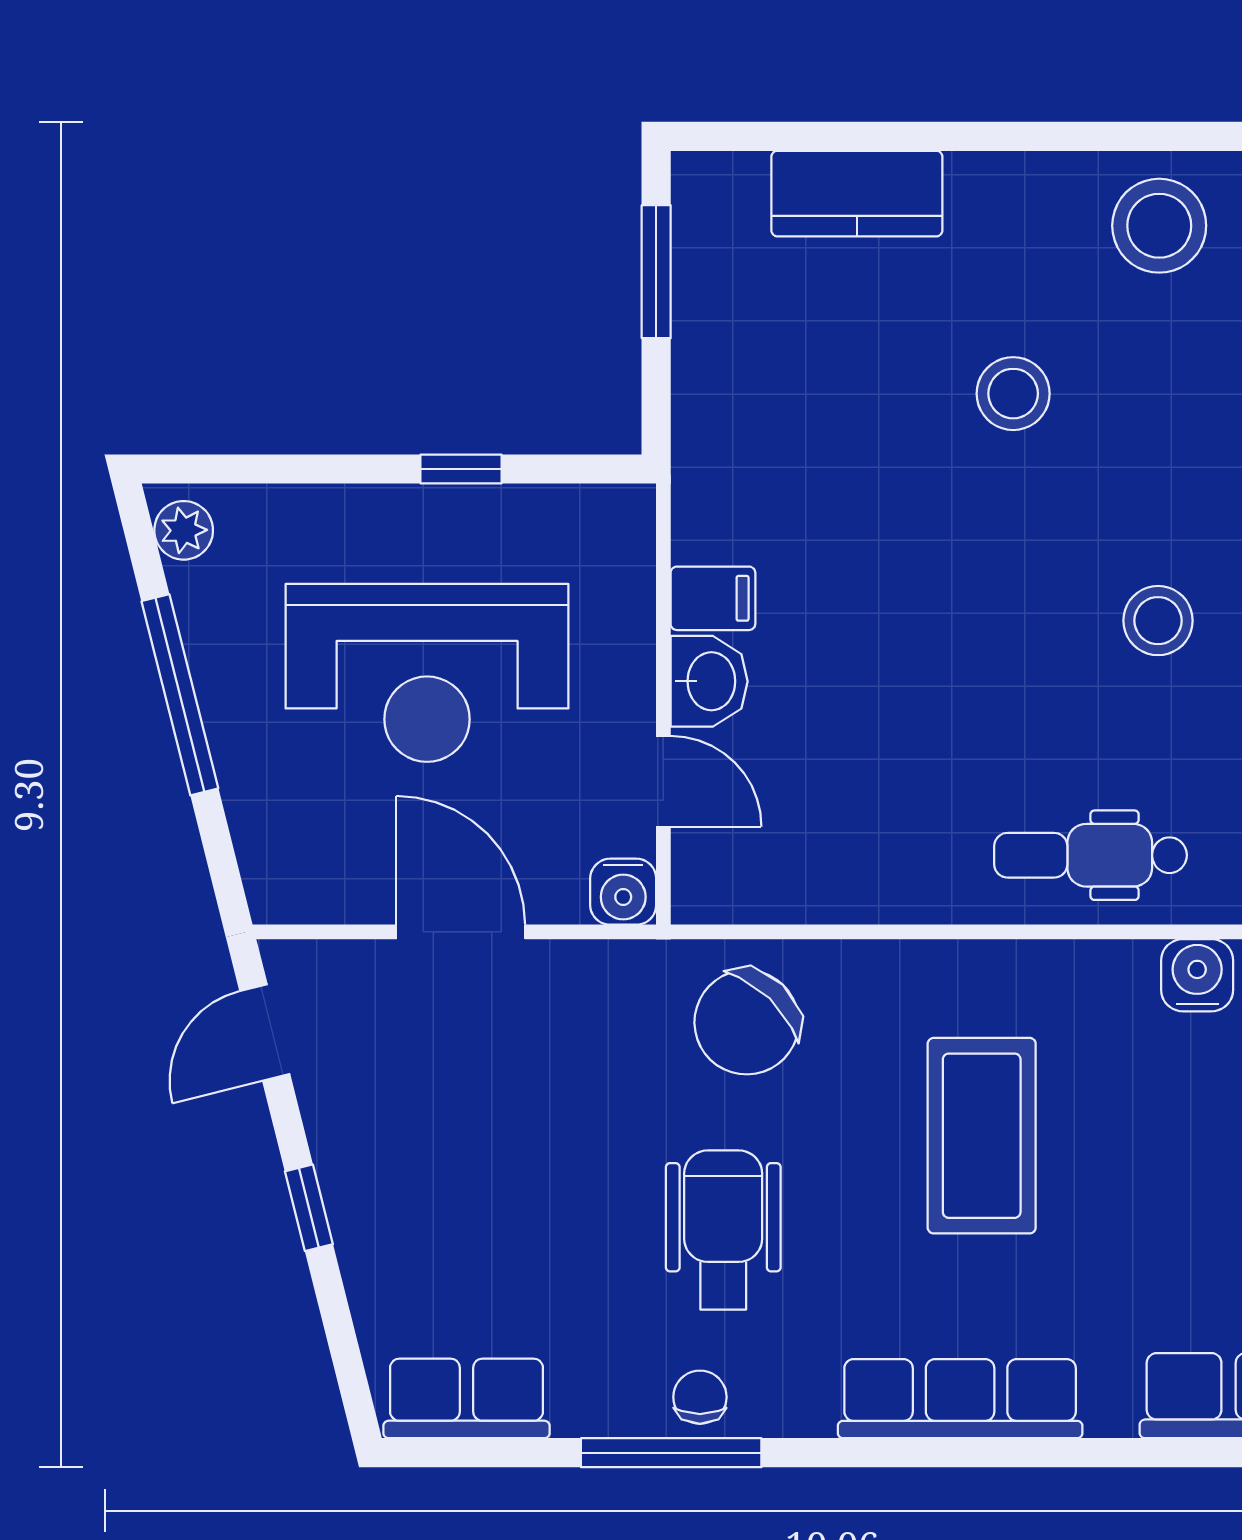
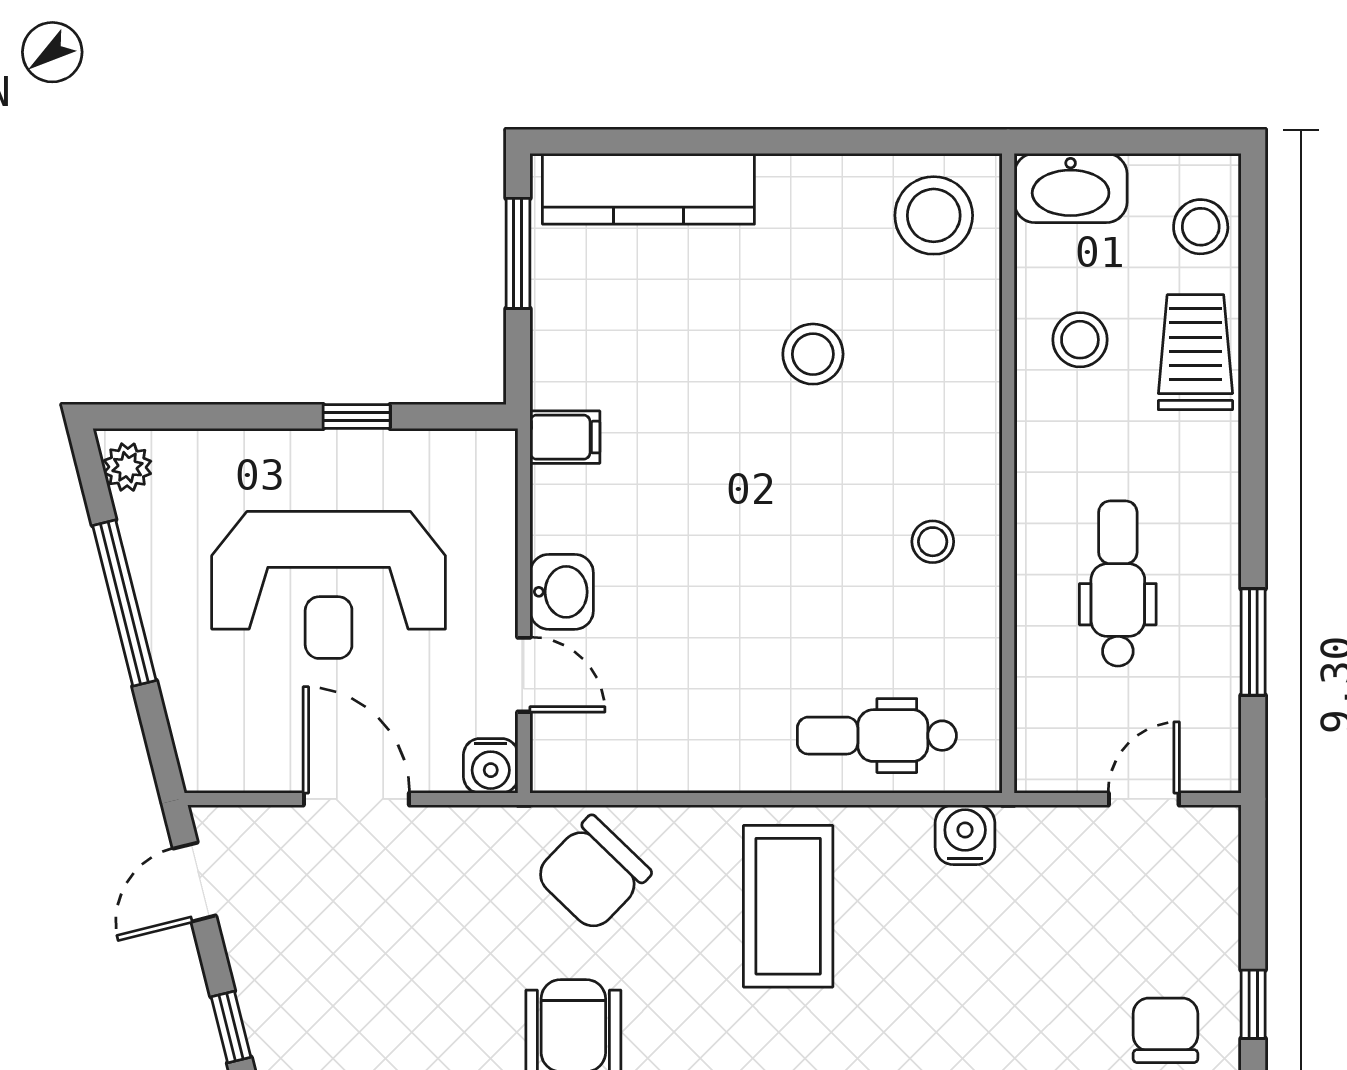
kitchen counter: (857, 194) -> (648, 189), width x1.50
filing cabinet: (713, 598) -> (565, 437), moved
stool: (1158, 621) -> (933, 542), width x0.73, depth x0.73
coffee table: (982, 1136) -> (788, 906), moved

